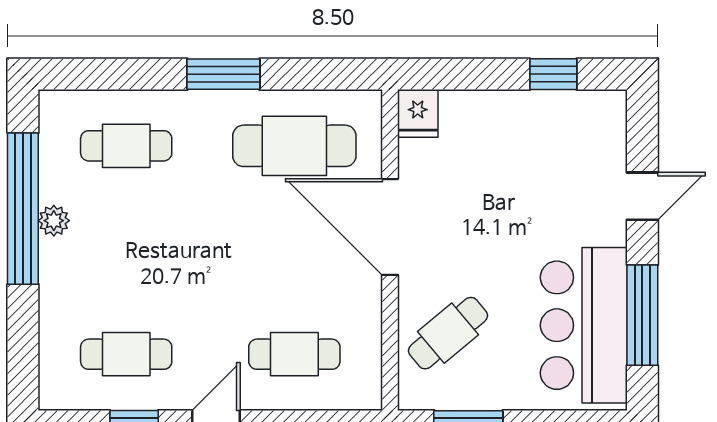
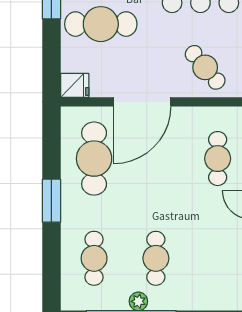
cafe table: (521, 157) -> (101, 24), added
cafe table: (126, 354) -> (156, 258), moved

